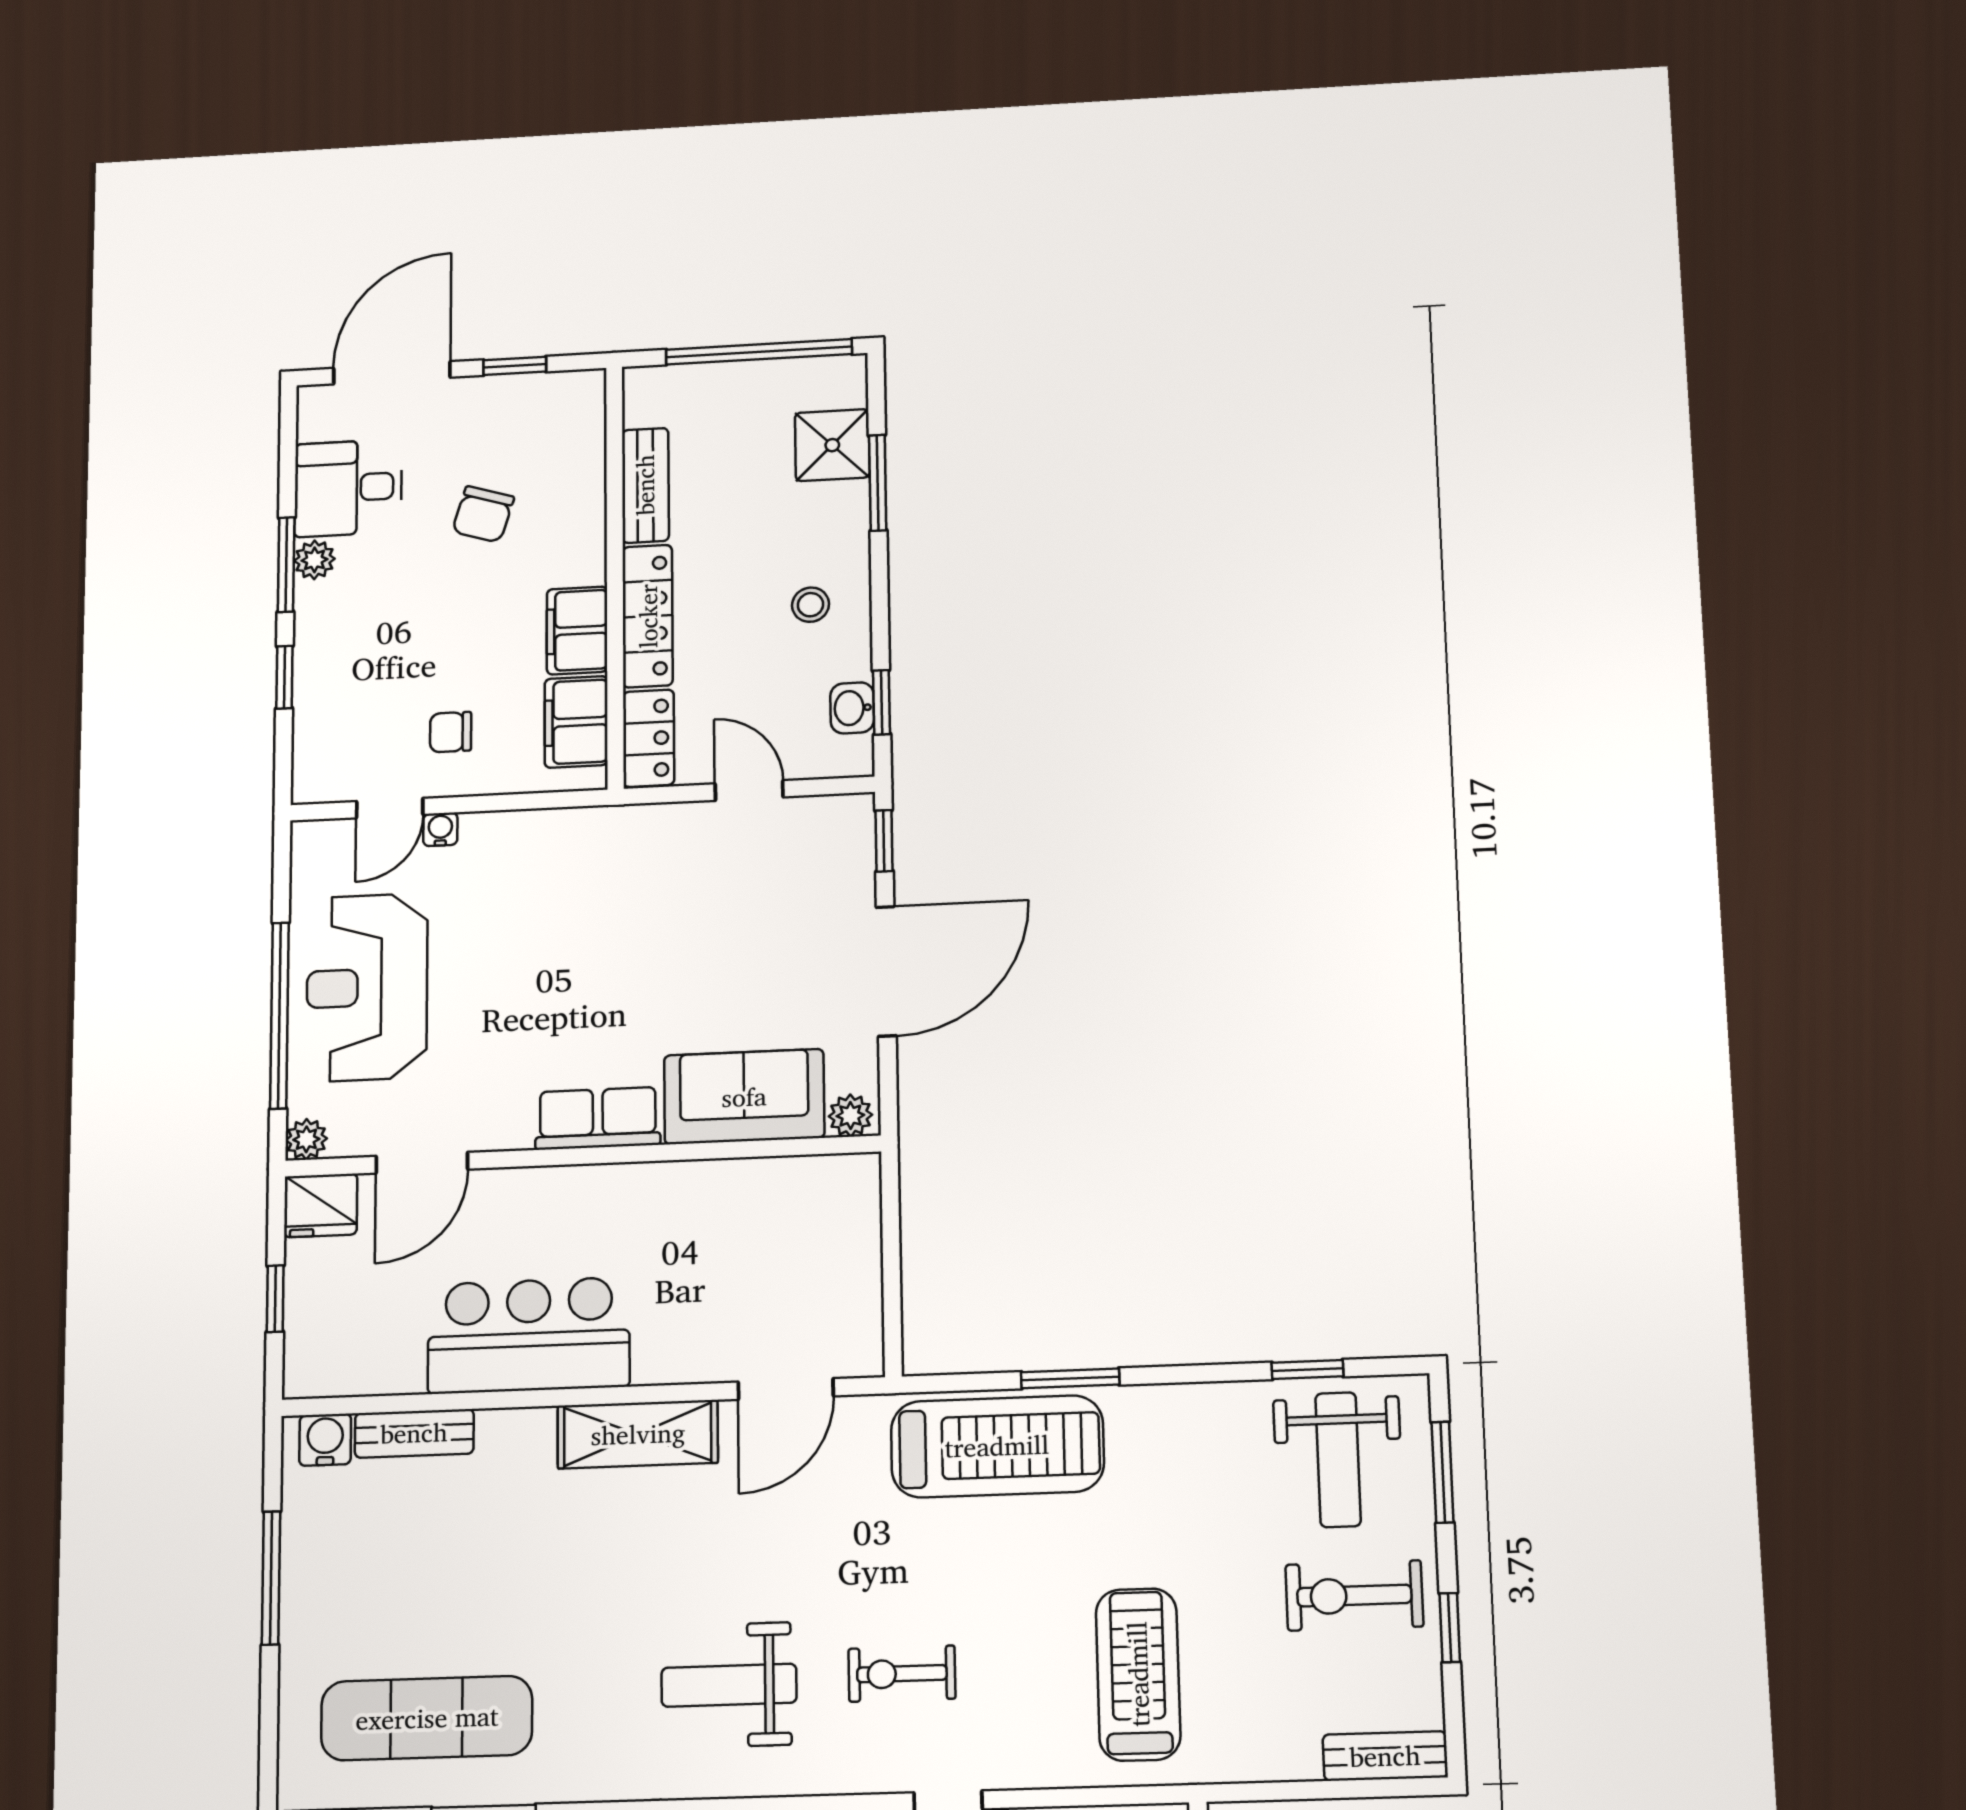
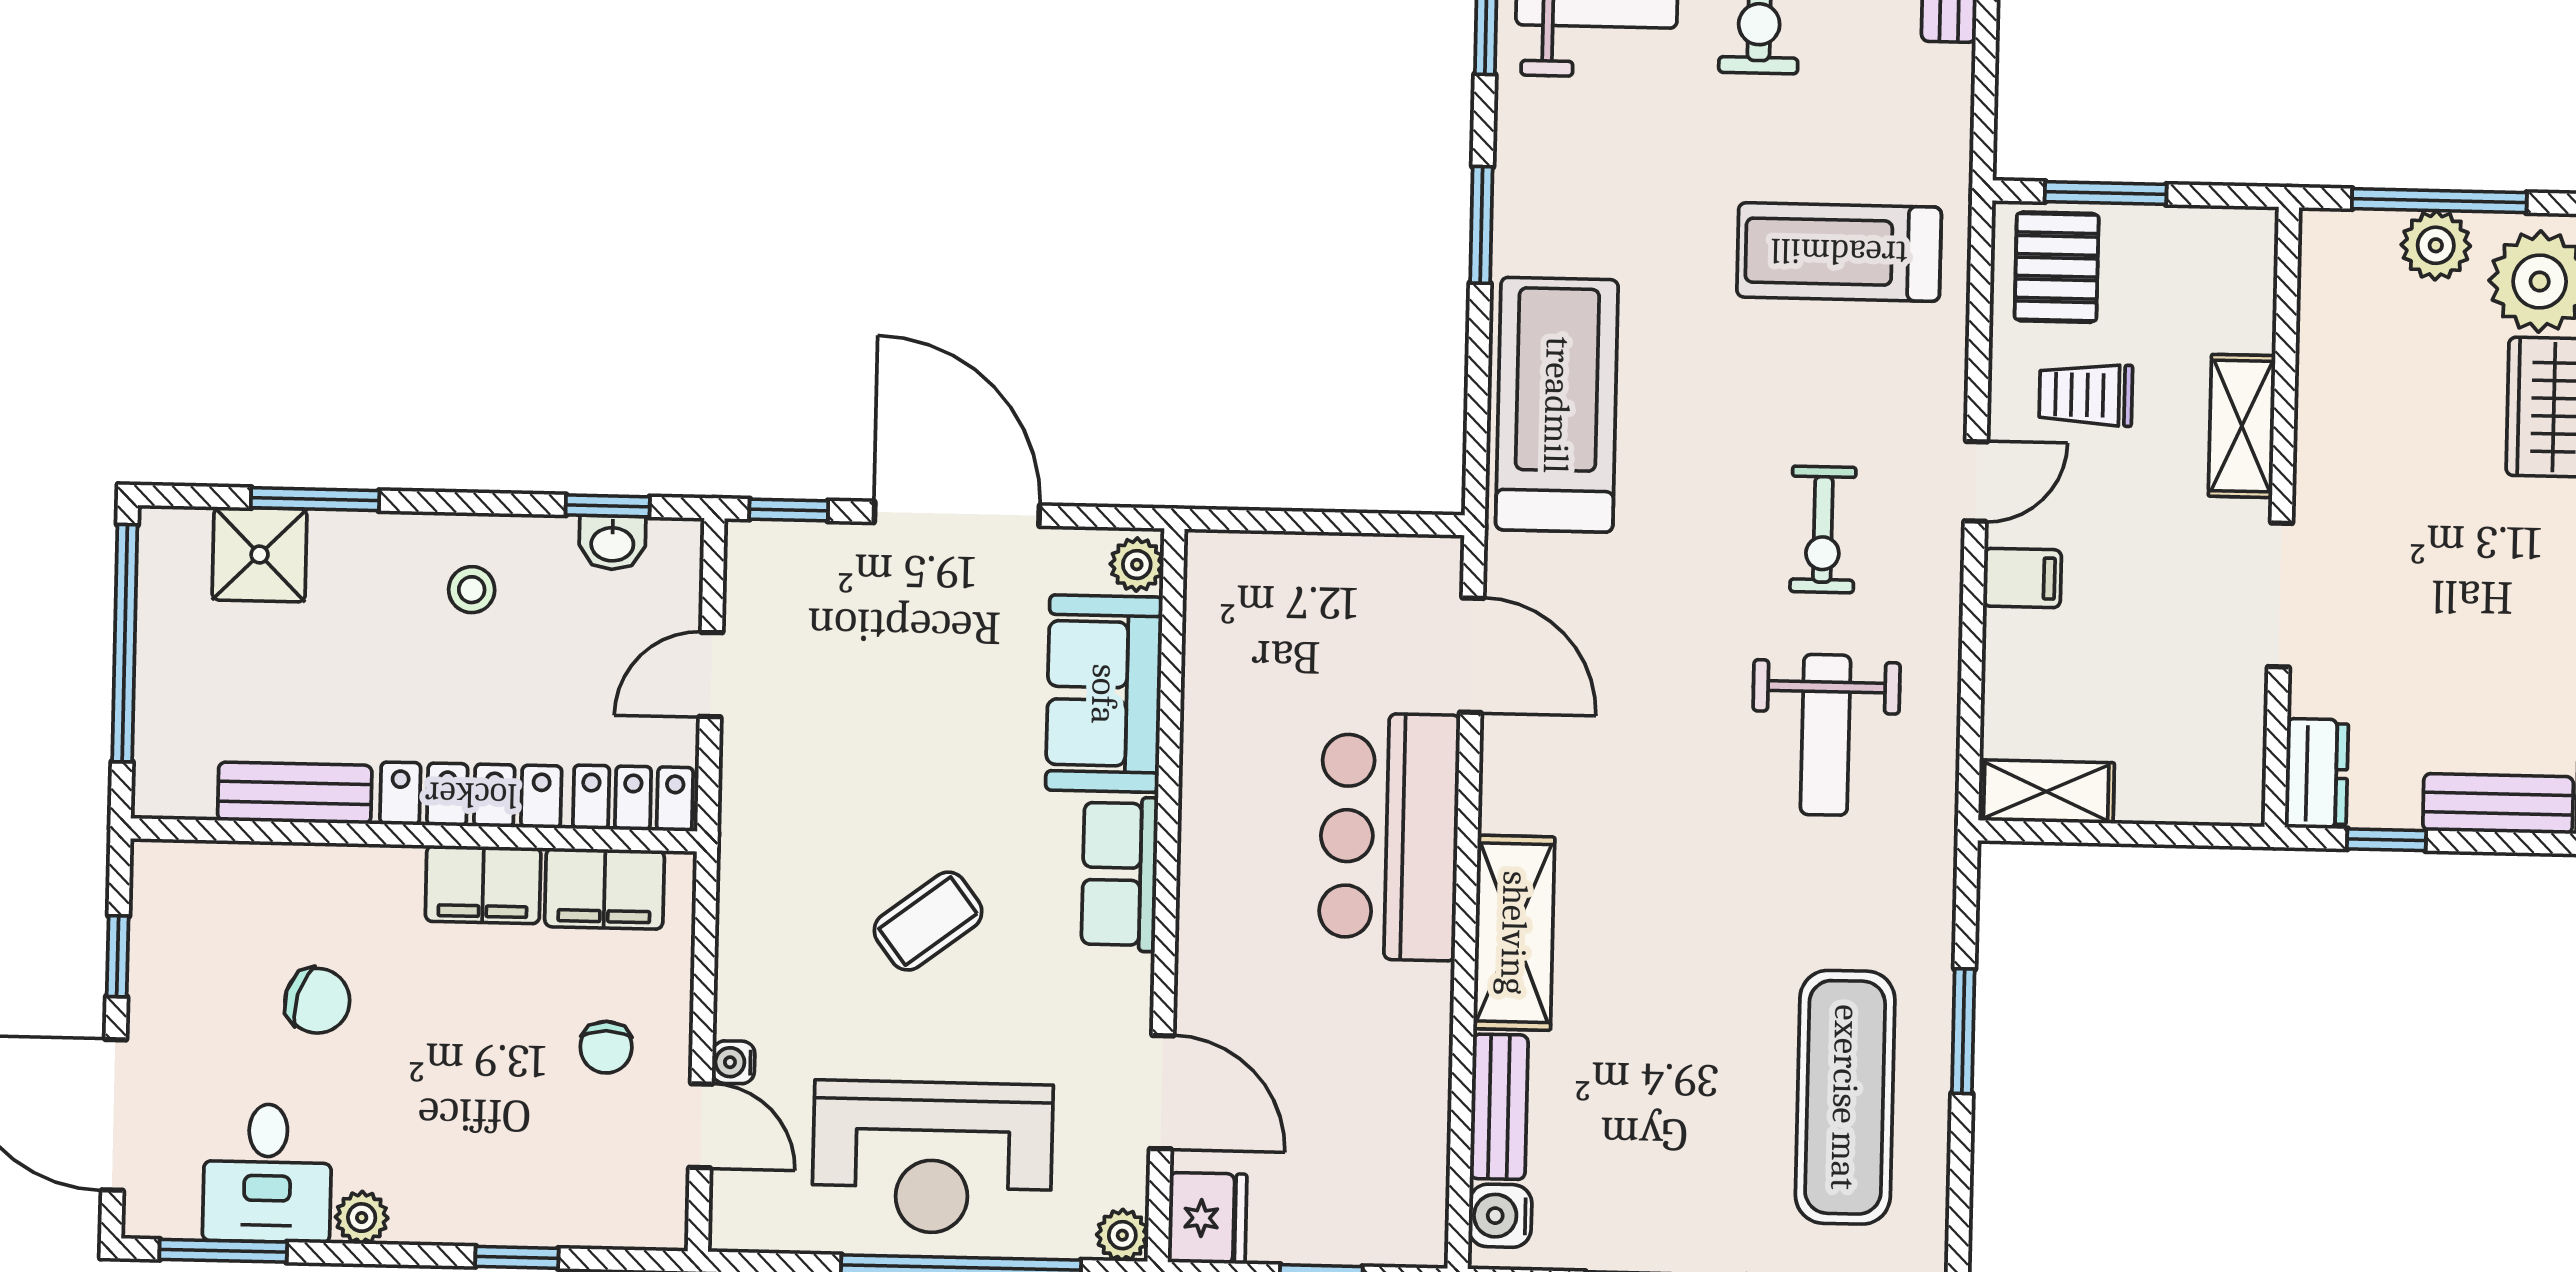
window: (286, 565) -> (223, 1251), moved
coffee table: (556, 971) -> (928, 921), added
bar counter: (529, 1335) -> (1389, 837), moved
window: (1070, 1378) -> (1481, 225), moved
shelving: (638, 1434) -> (1514, 933), moved

